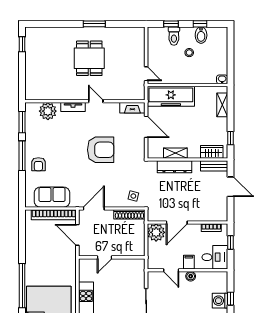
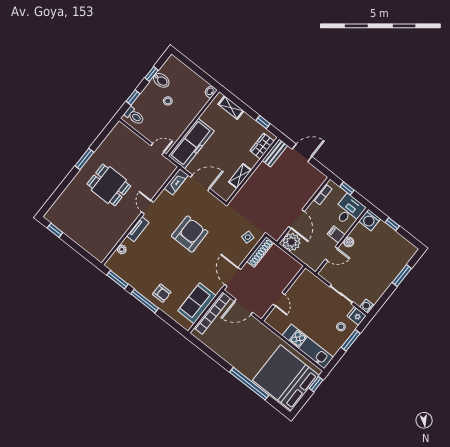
toilet: (174, 36) -> (134, 116), moved
door: (96, 101) -> (148, 207), hinge flipped
plant: (48, 111) -> (122, 249), width x0.53, depth x0.53
dresser: (174, 167) -> (250, 185), removed
washing machine: (220, 301) -> (370, 220), moved

